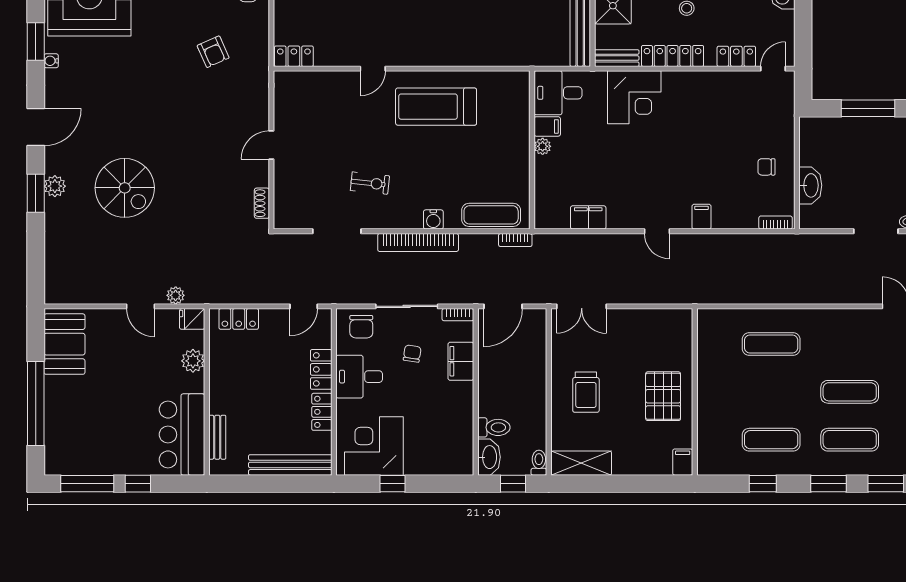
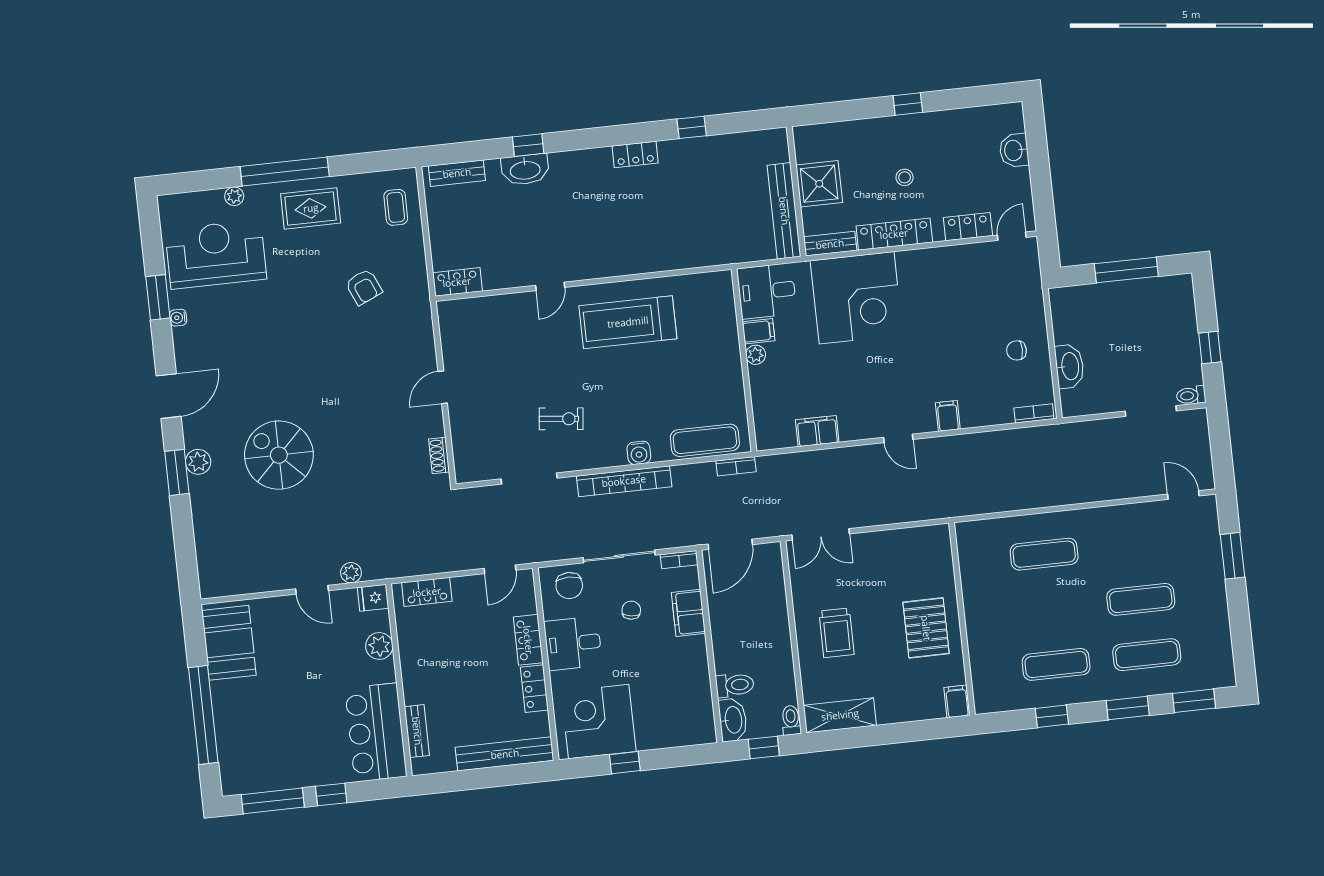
corner desk: (634, 97) -> (857, 298), width x1.36, depth x1.36
spiral stairs: (125, 188) -> (279, 455), turned 180

